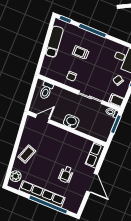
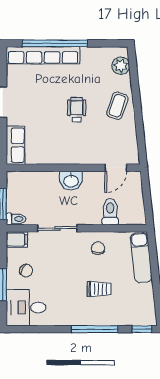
exam couch: (54, 42) -> (141, 258), moved
toilet: (46, 91) -> (110, 212), moved
wheelchair: (66, 174) -> (77, 110), moved
row of seats: (42, 194) -> (43, 55), moved

